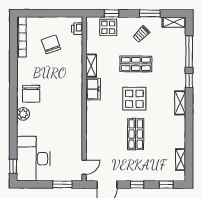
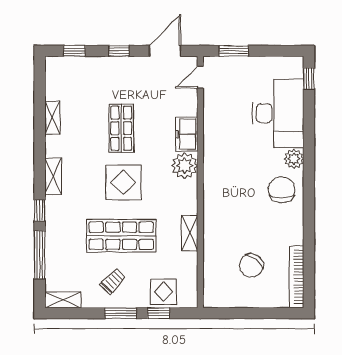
window: (150, 13) -> (121, 313), moved
printer: (77, 29) -> (211, 290), removed
chair: (51, 44) -> (251, 265), turned 57
shop shelf: (136, 64) -> (121, 236), width x1.43, depth x1.36
freezer: (93, 89) -> (187, 134), moved
plant: (94, 110) -> (185, 166), added
desk: (33, 159) -> (278, 113), moved
shelving: (181, 160) -> (52, 118), moved

